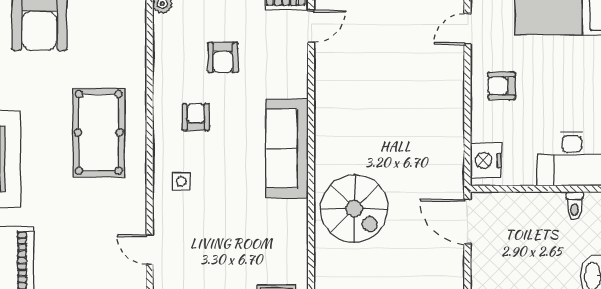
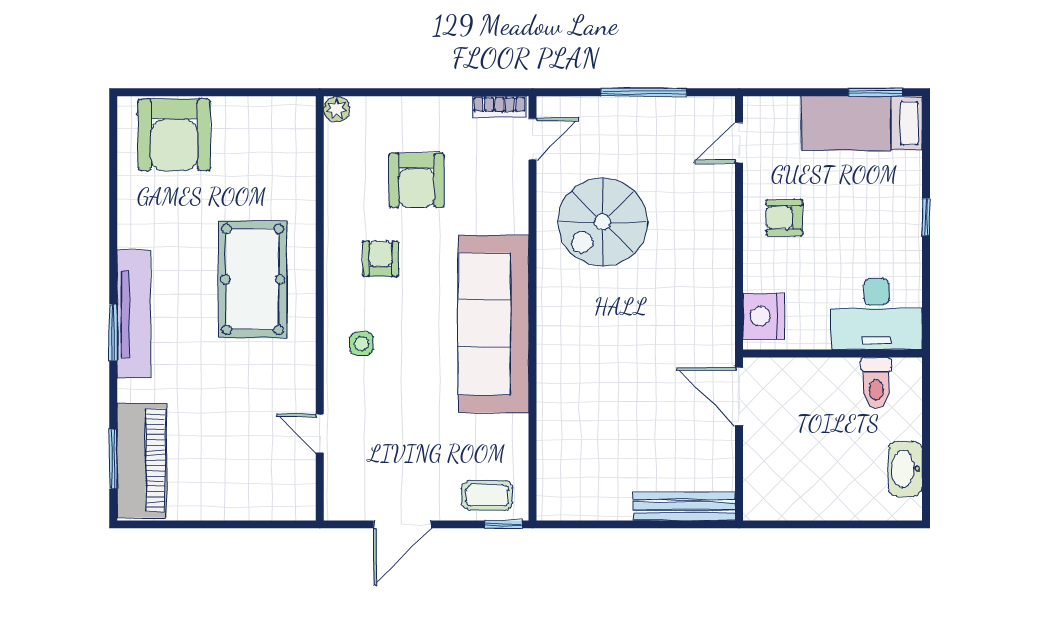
armchair: (223, 58) -> (416, 180), width x1.38, depth x1.38
sofa: (287, 148) -> (493, 324), width x1.36, depth x1.27
toilet: (575, 206) -> (876, 383), width x1.37, depth x1.39
spiral stairs: (354, 209) -> (603, 222), moved, turned 90

